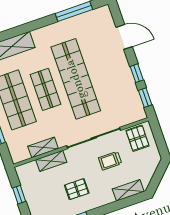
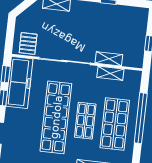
freezer: (128, 96) -> (19, 83), added
trolley: (110, 161) -> (60, 36), removed
pallet: (77, 189) -> (99, 25), removed

